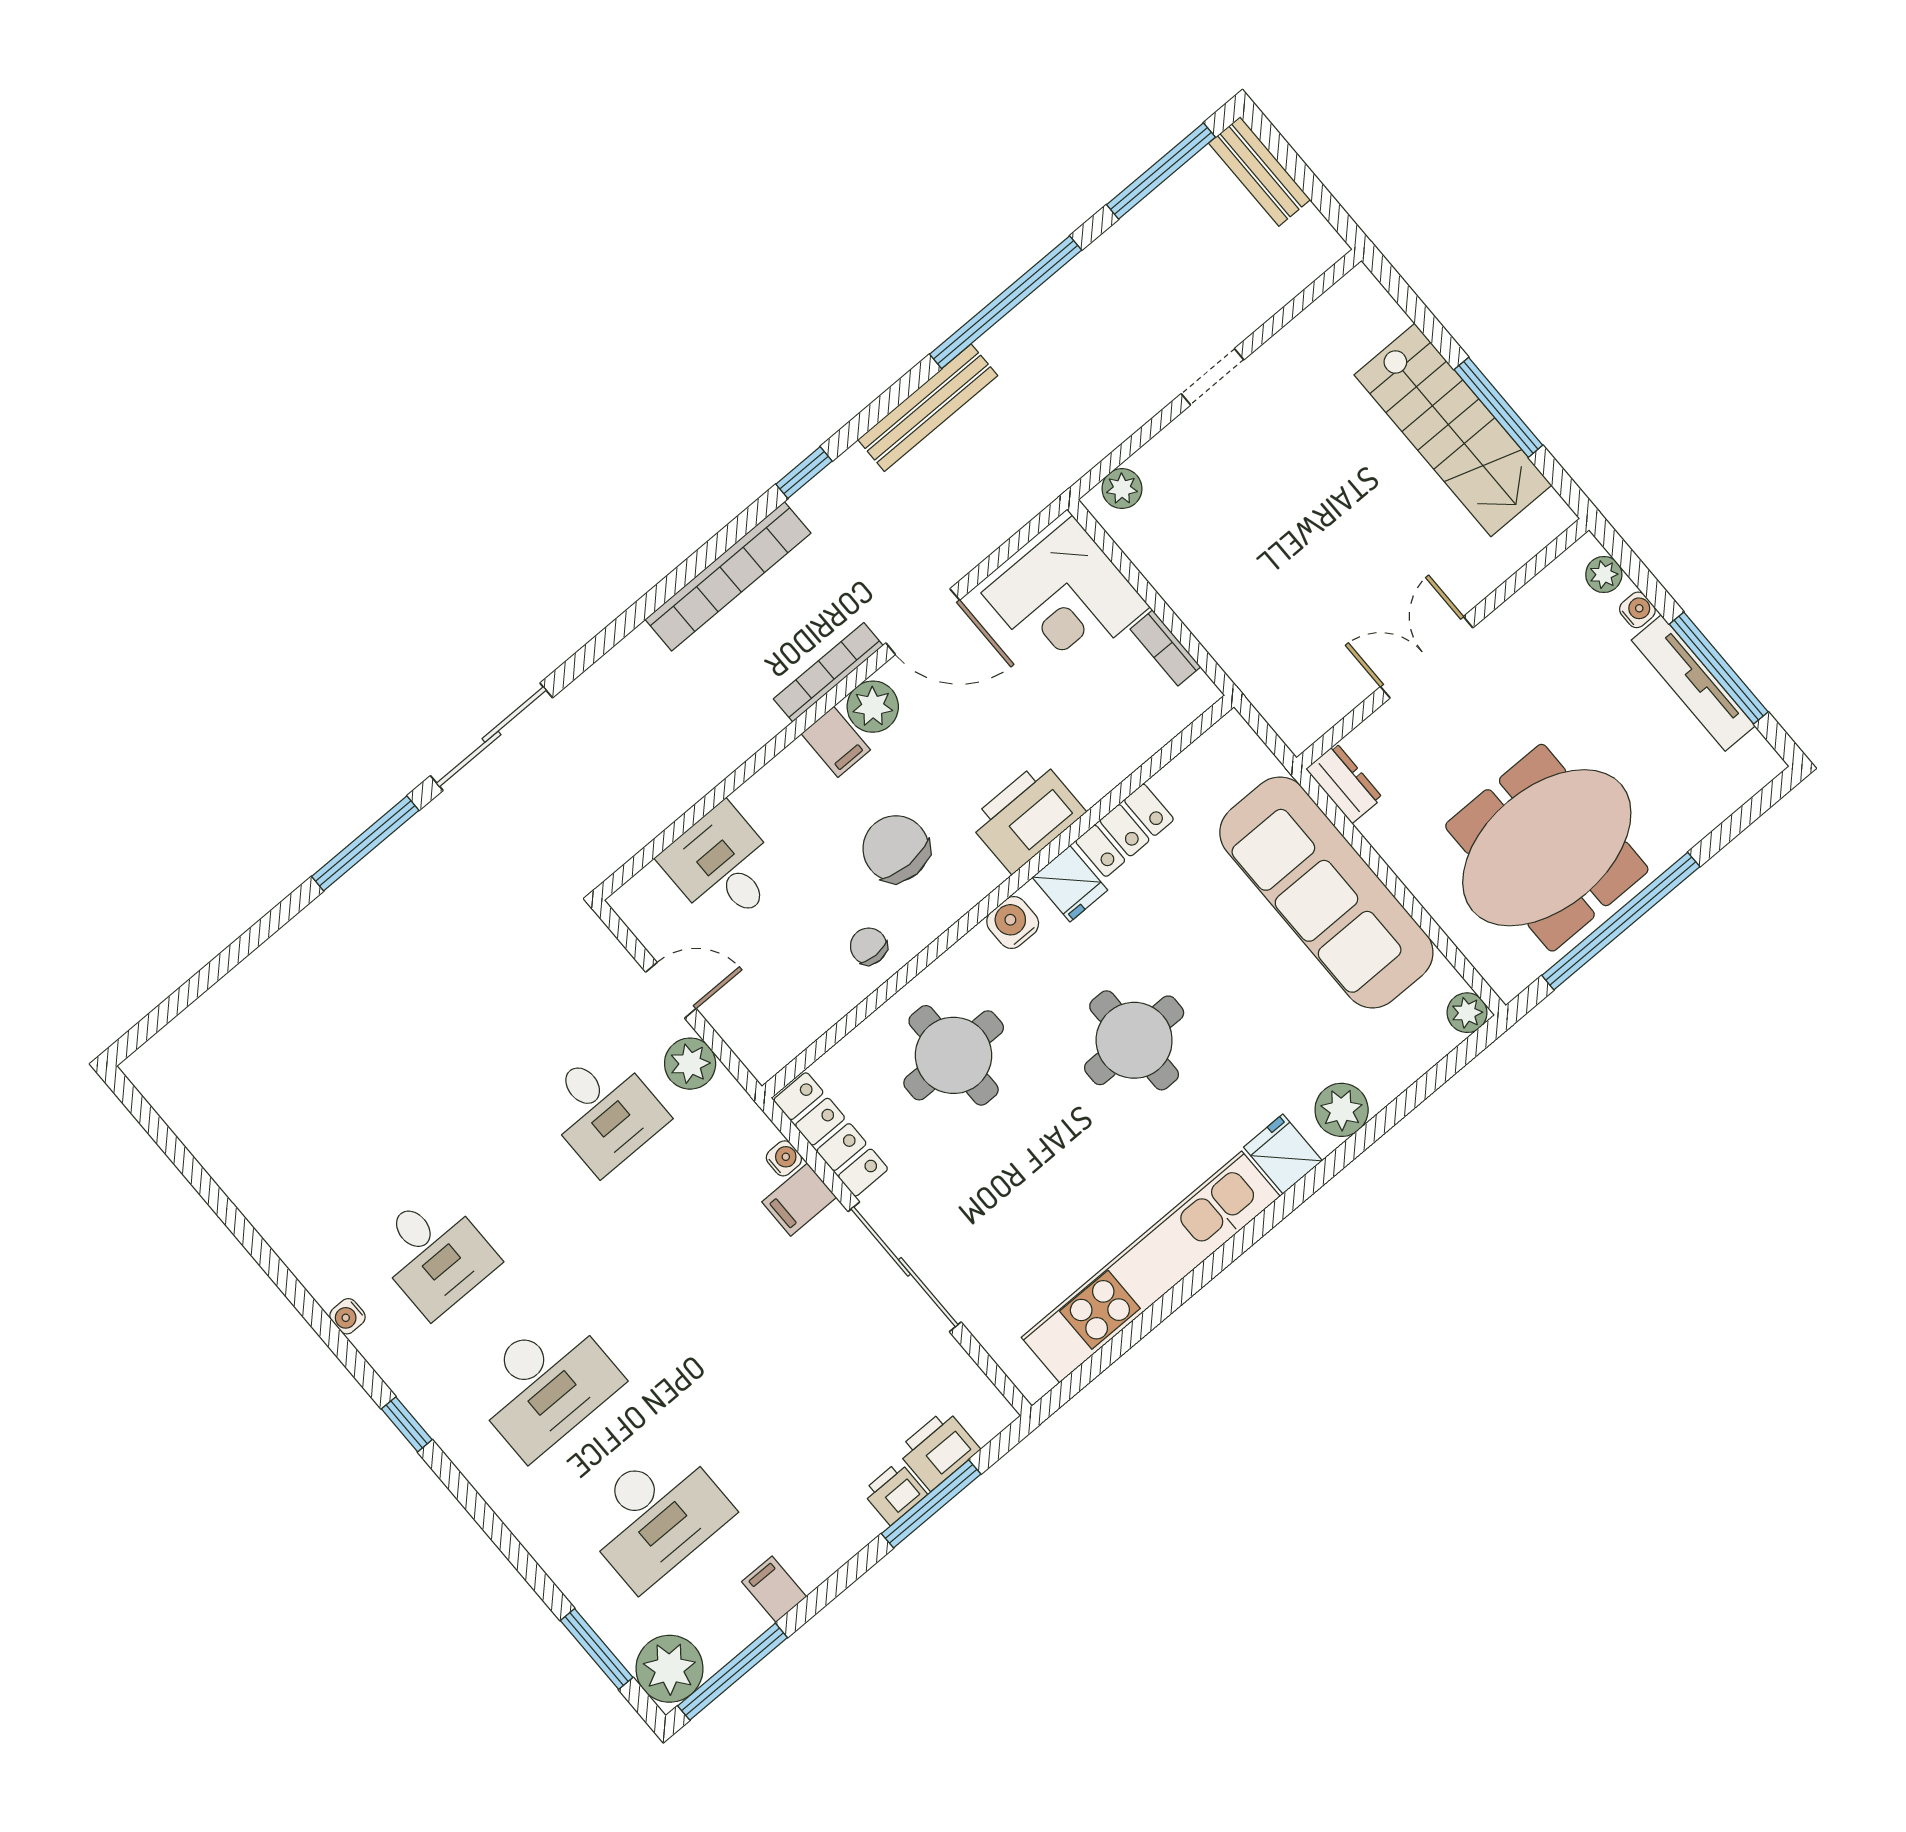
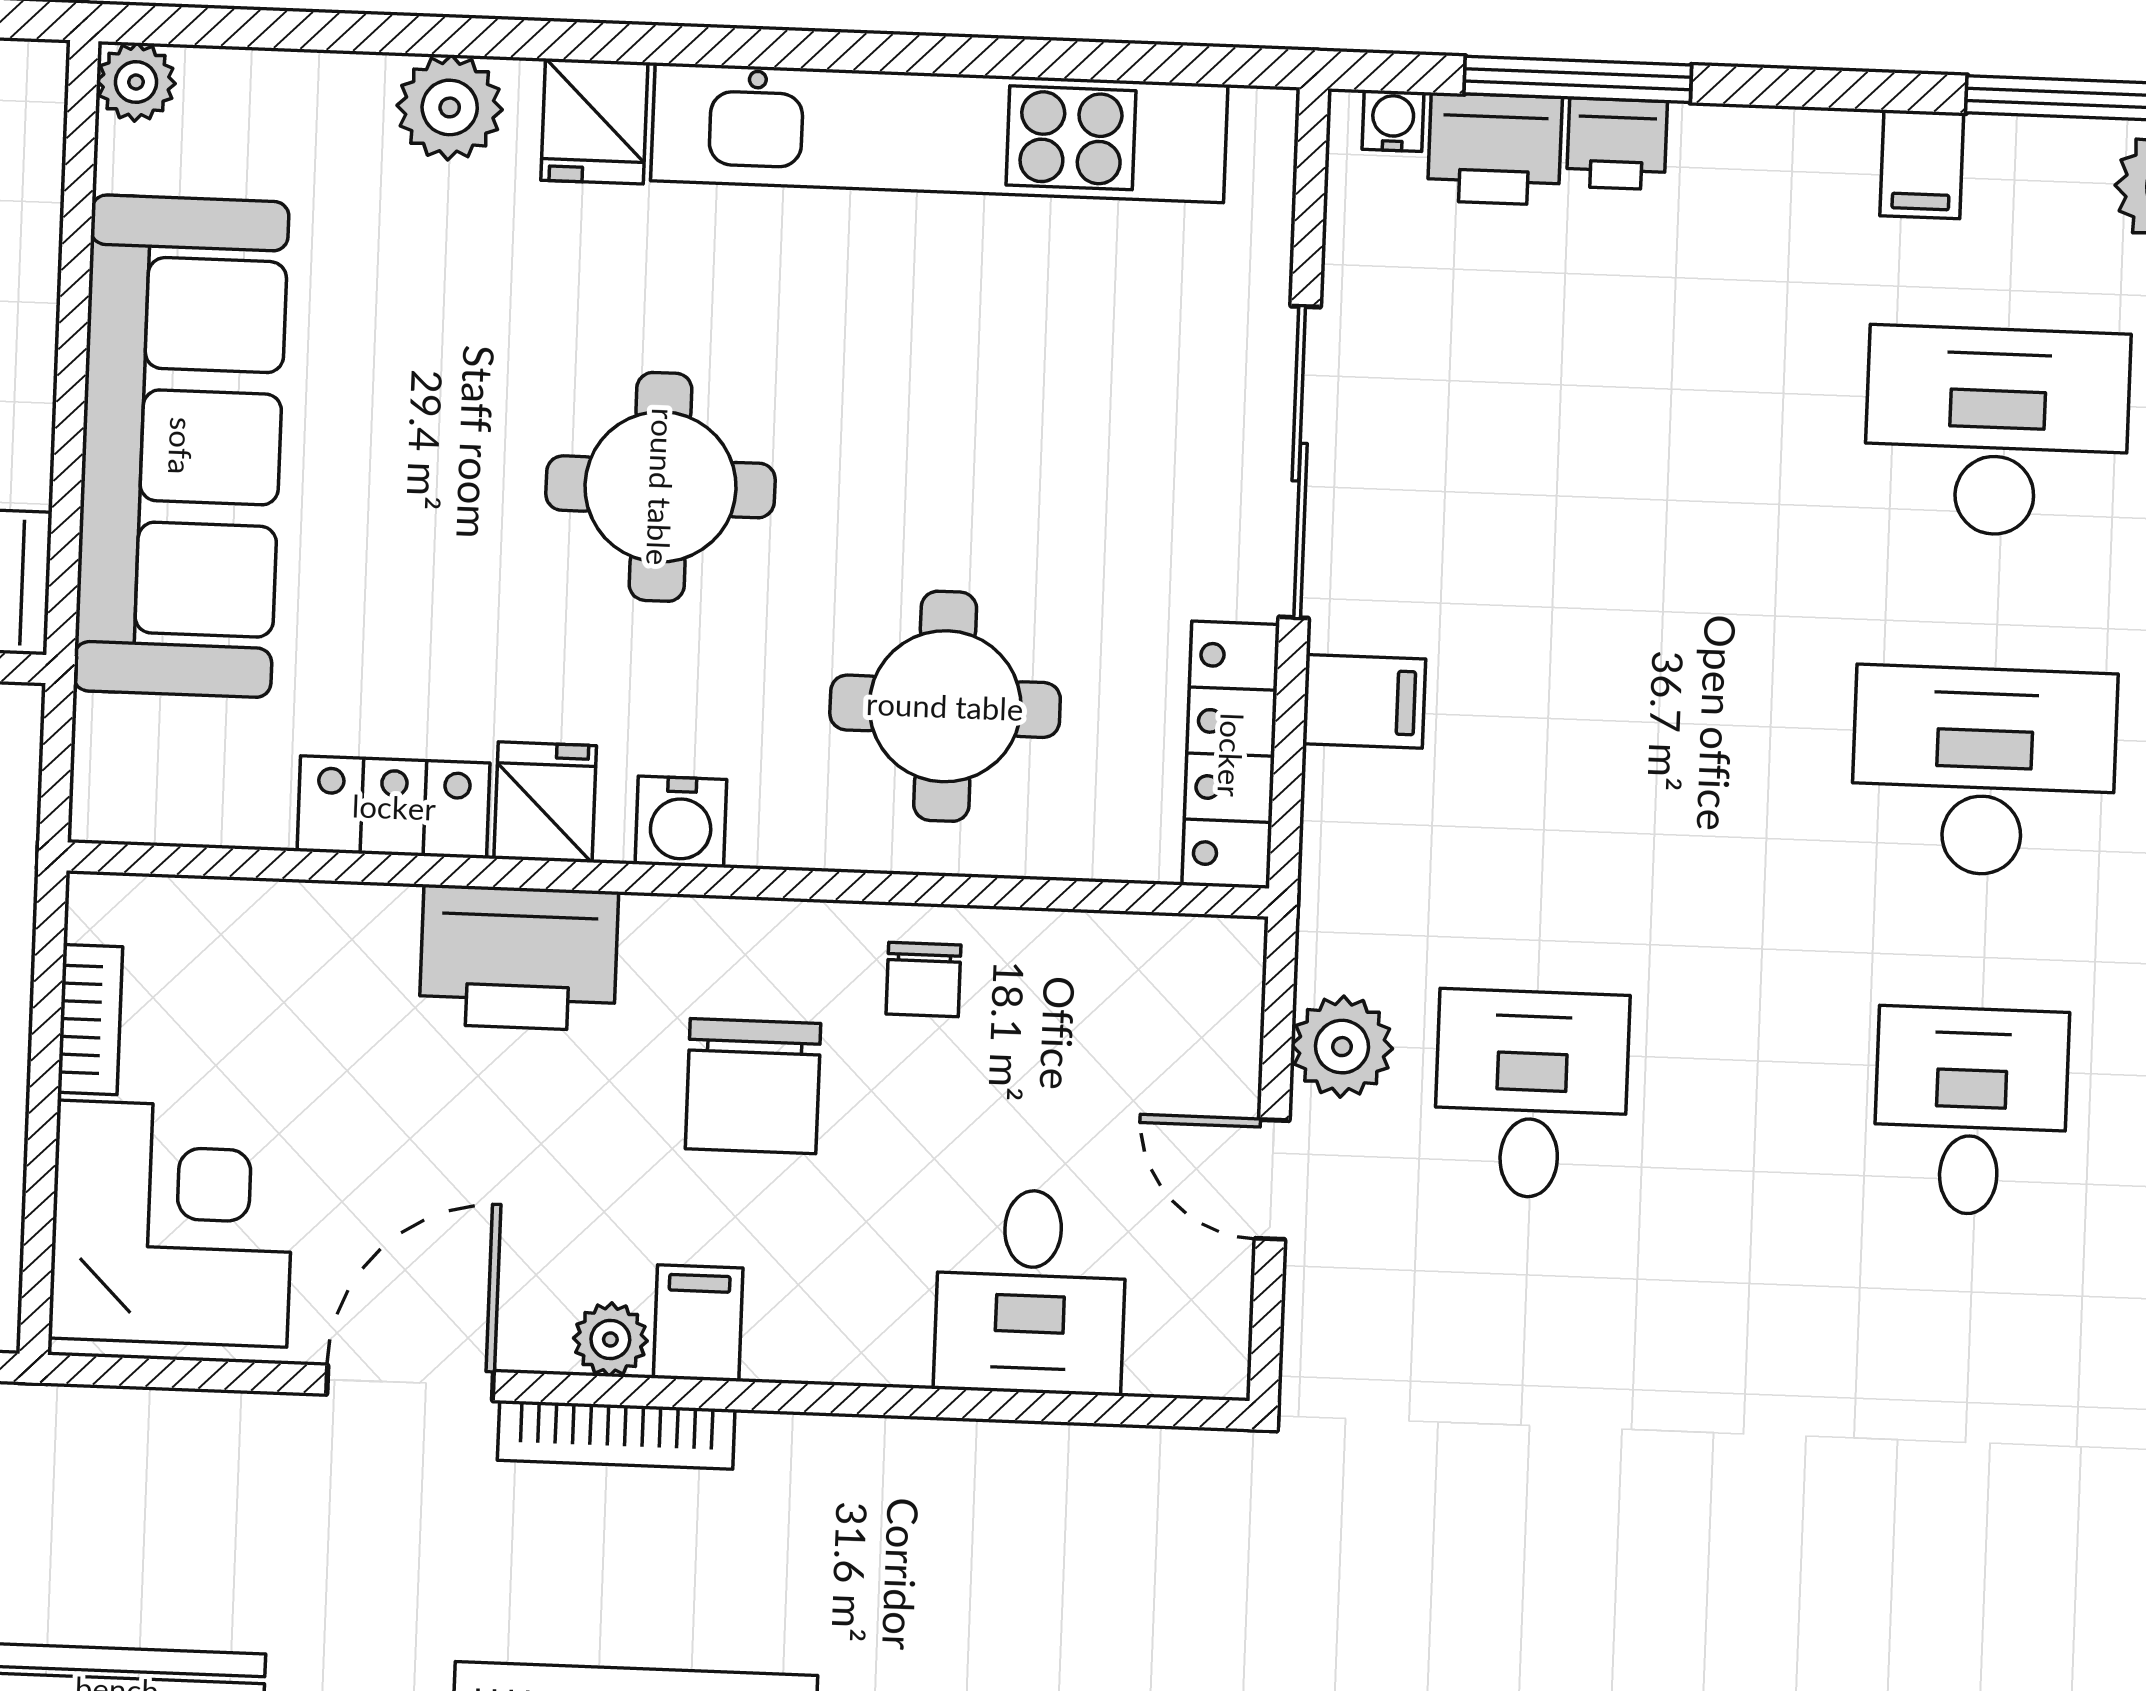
door: (923, 622) -> (410, 1383), hinge flipped
plant: (873, 707) -> (610, 1339), width x0.73, depth x0.73
water cooler: (784, 1158) -> (1393, 121), moved, turned 90

